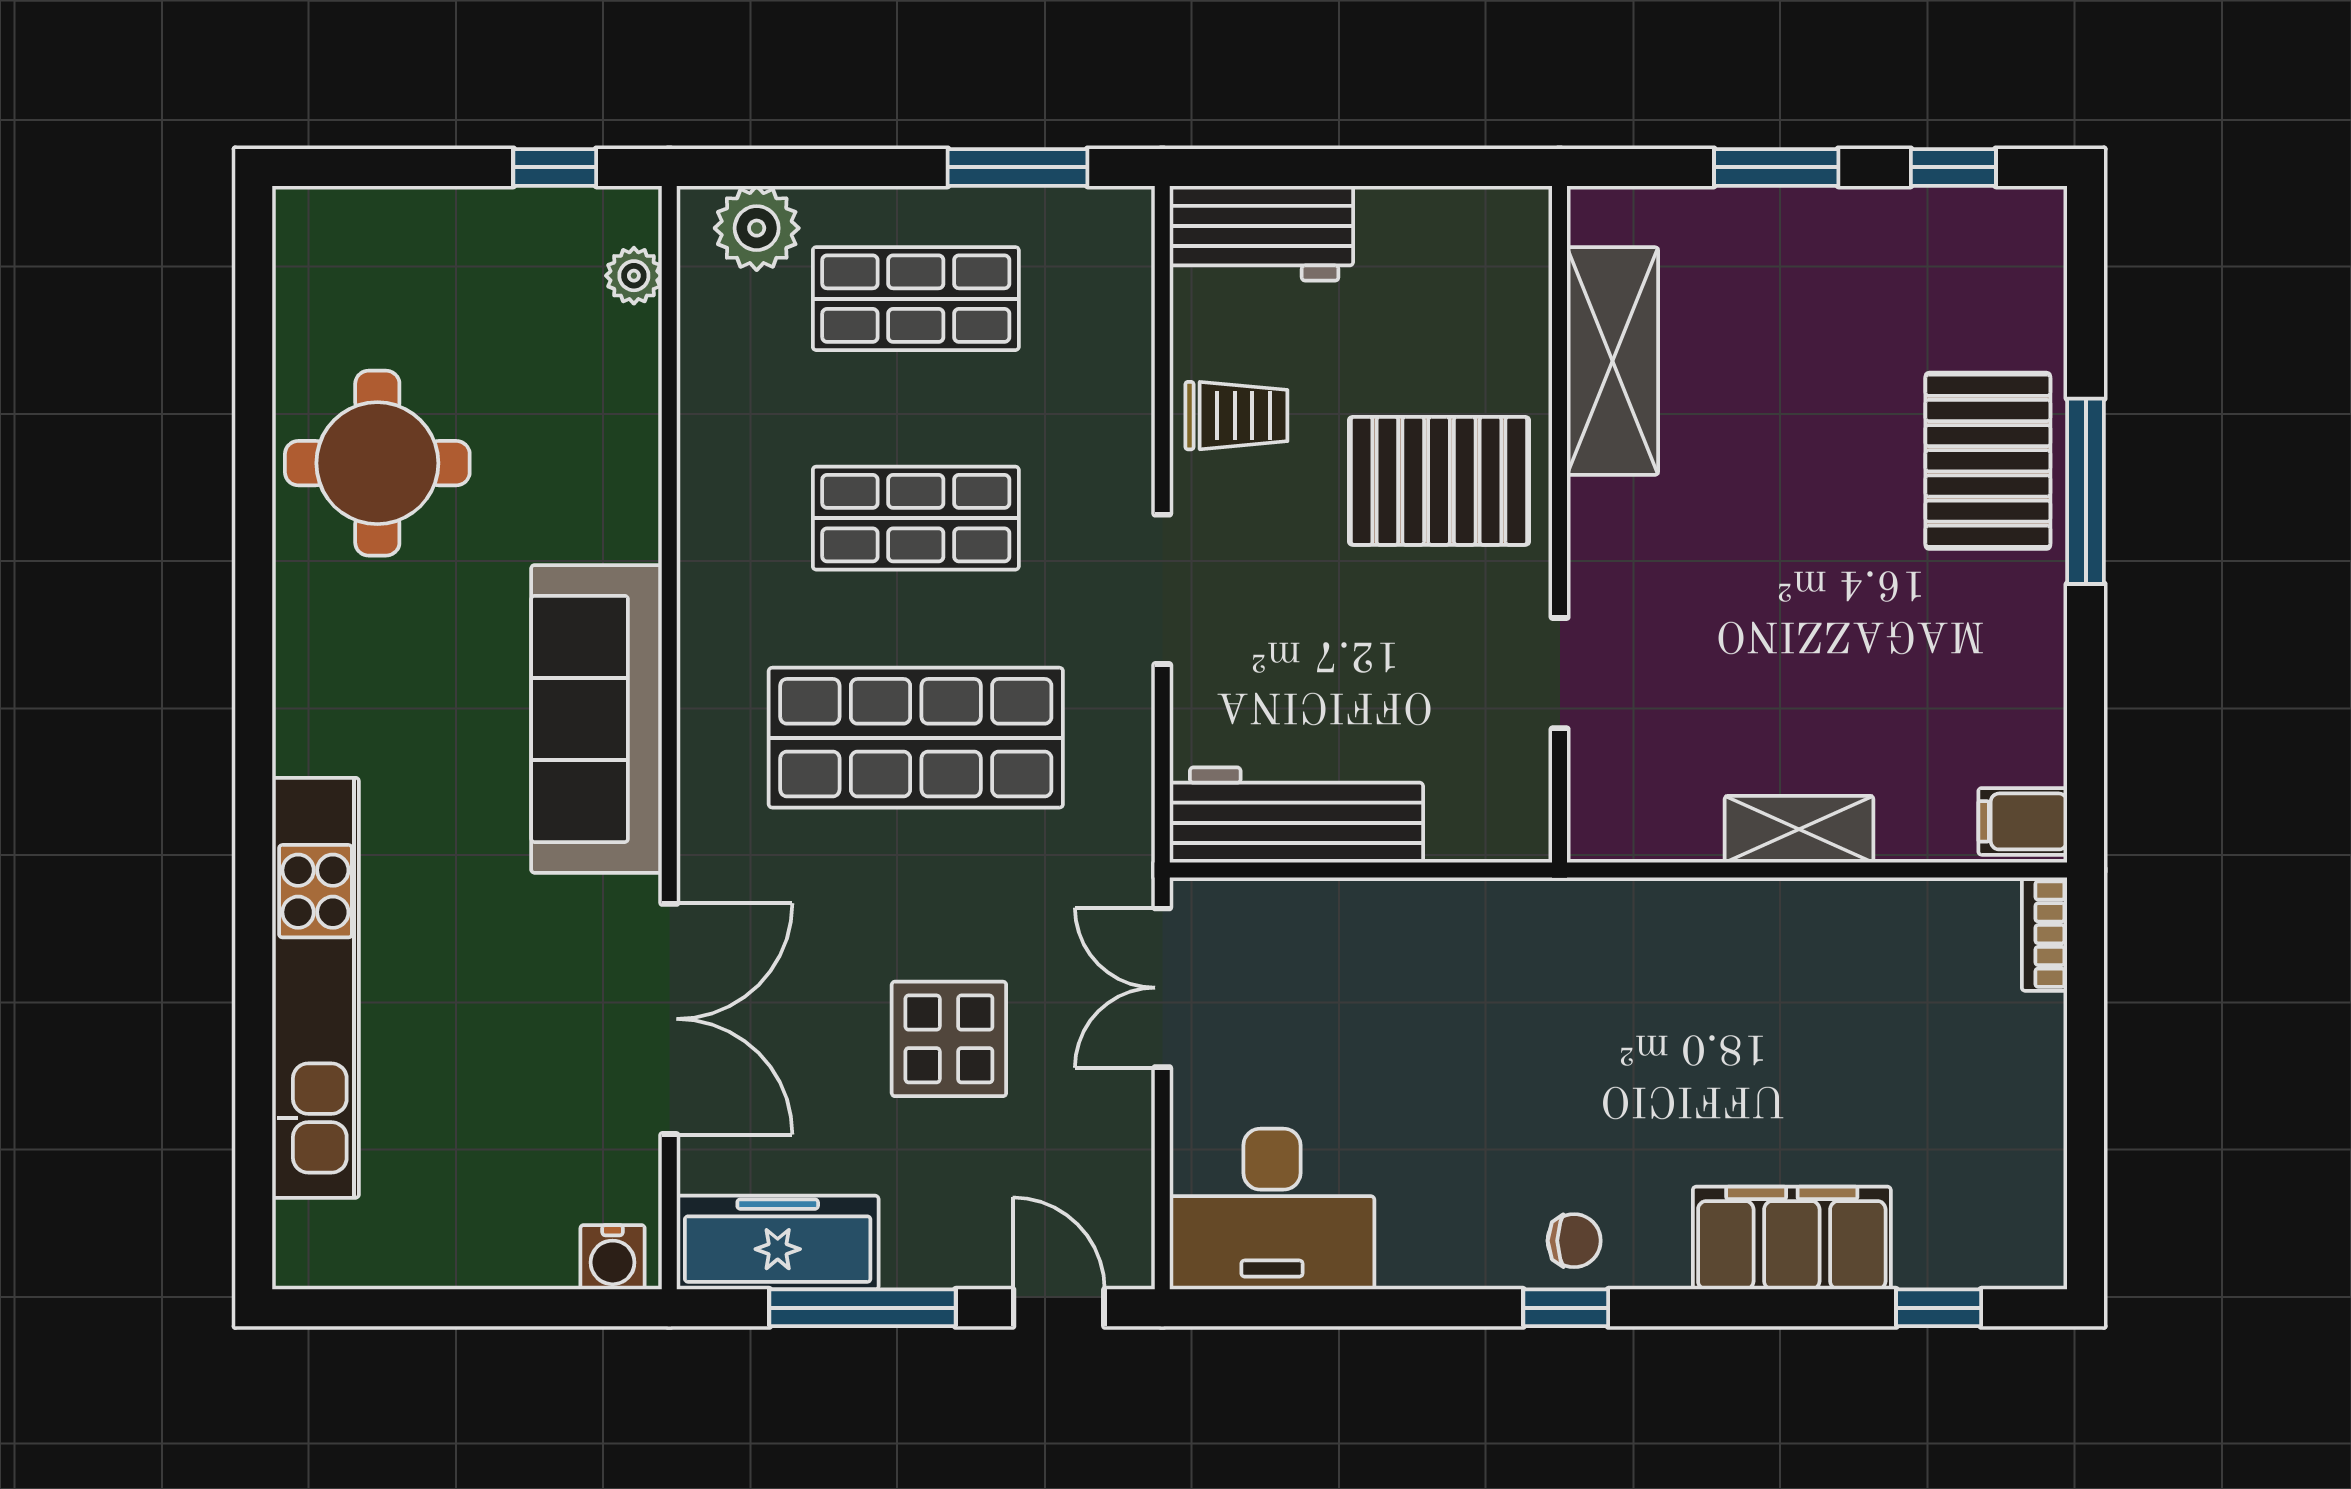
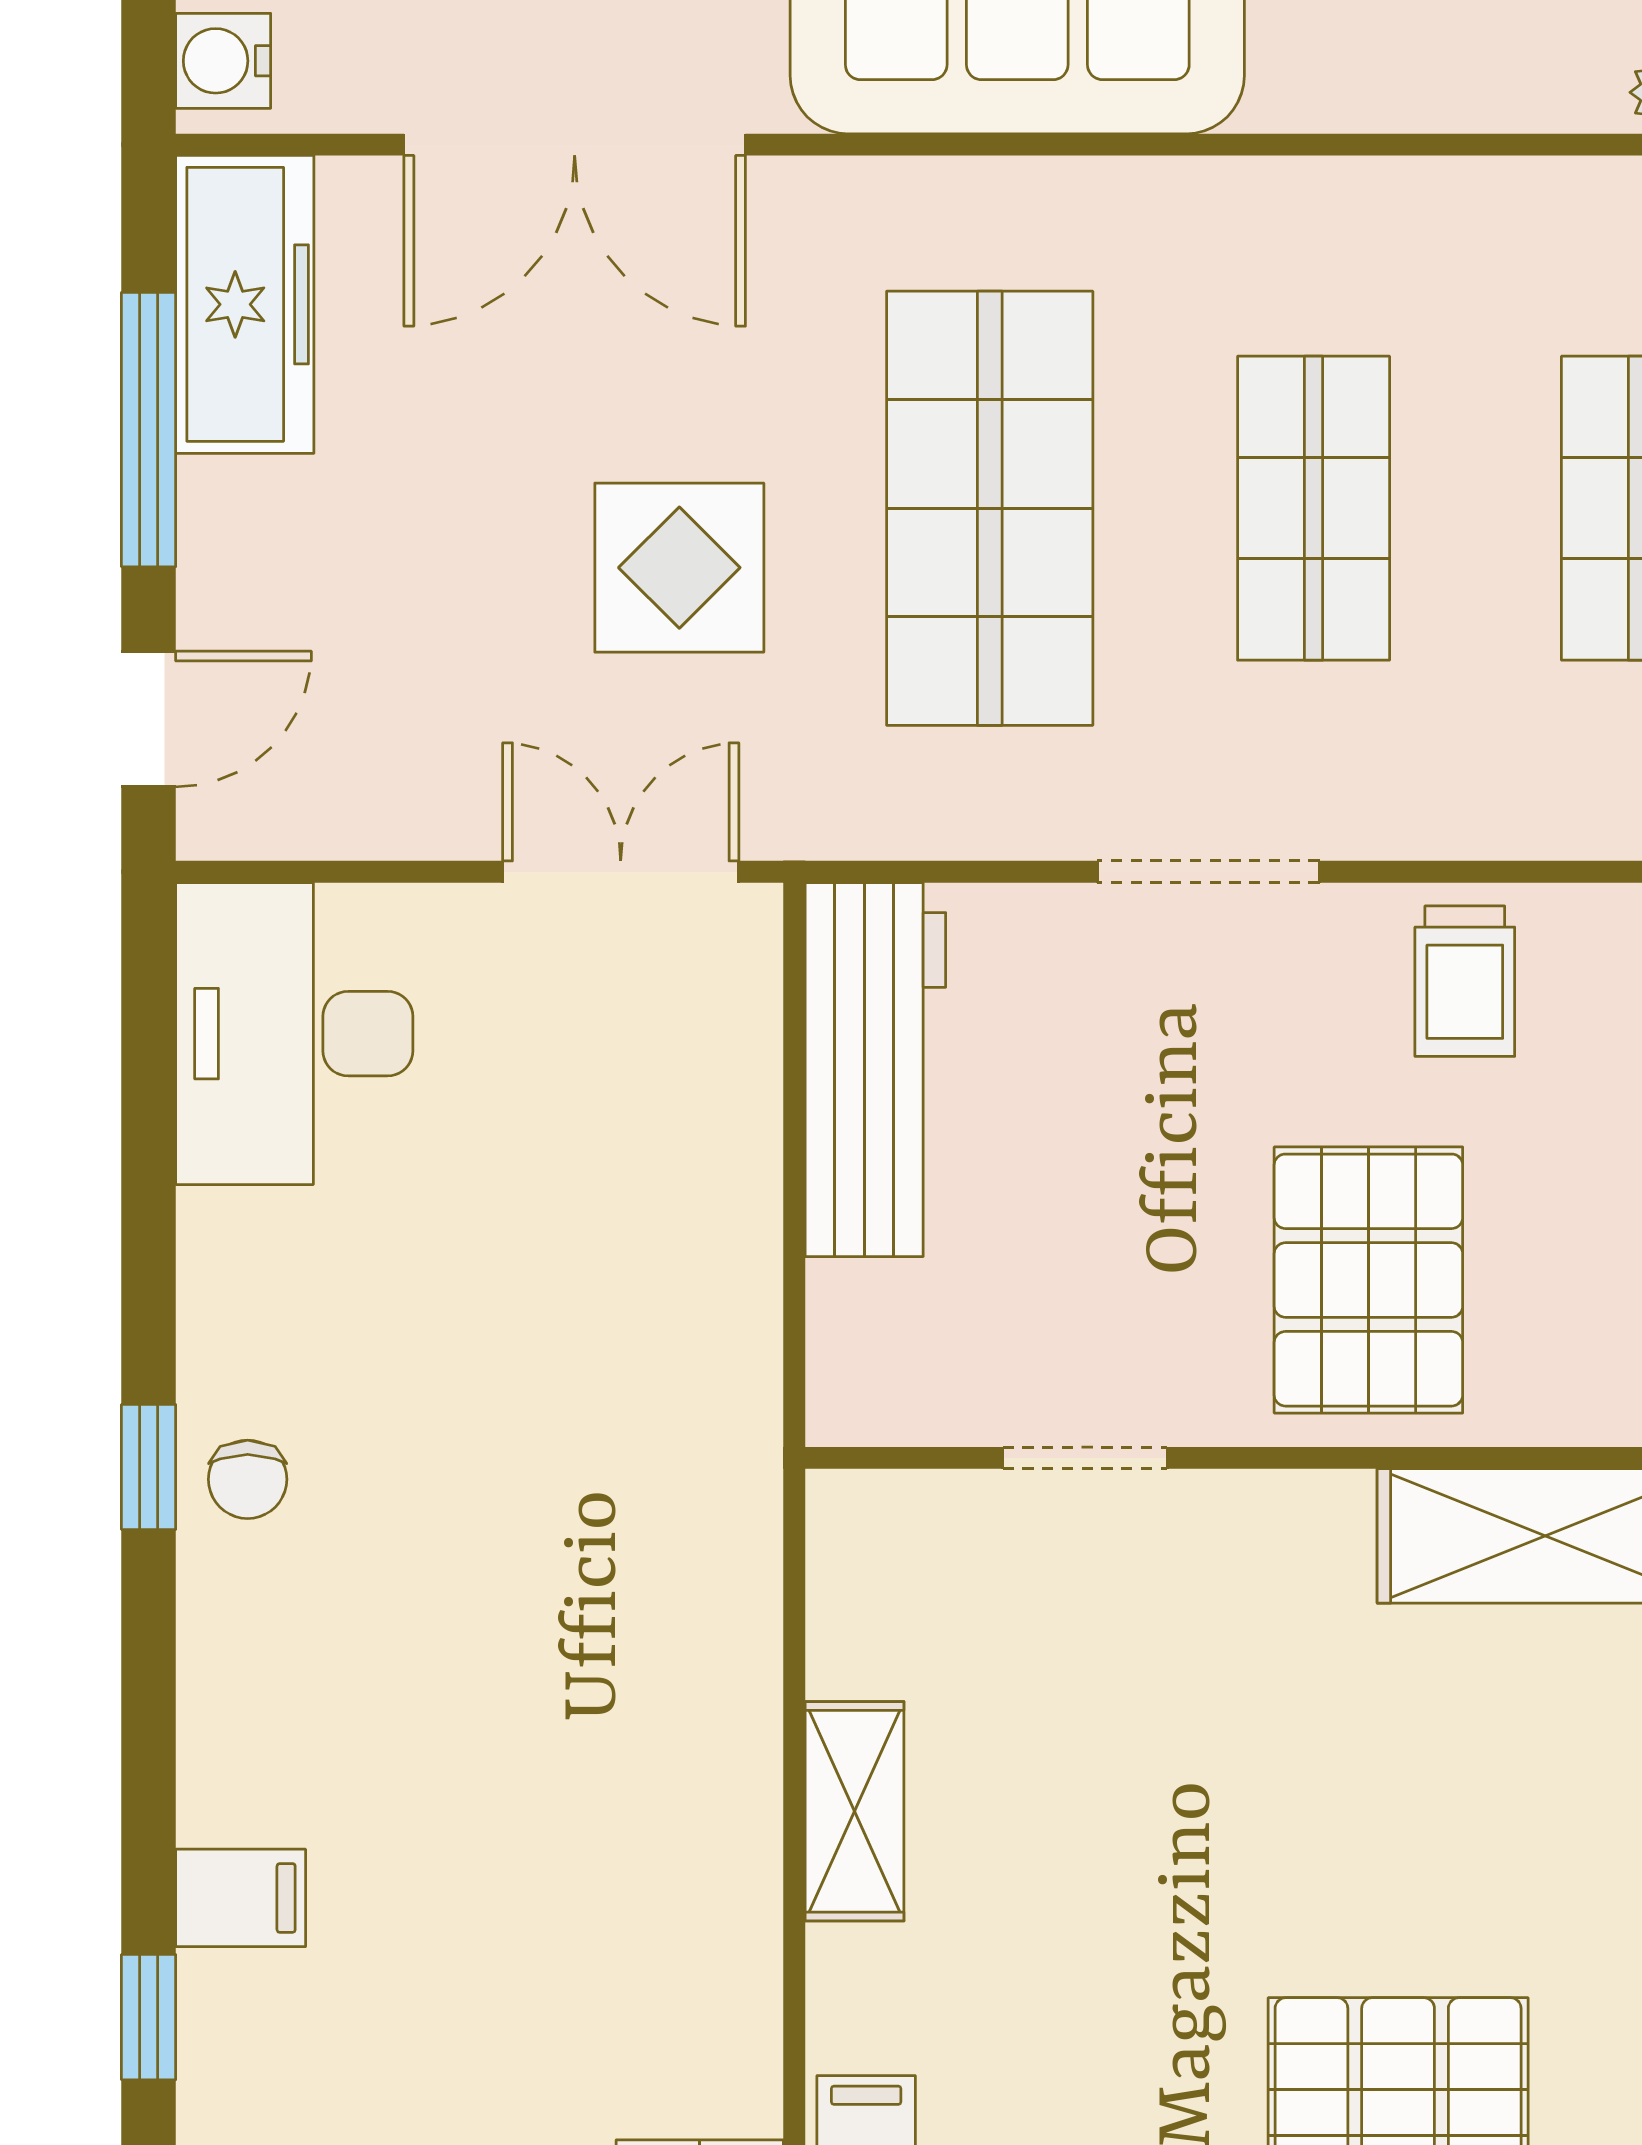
display table: (949, 1039) -> (679, 568), moved
filing cabinet: (1792, 1238) -> (241, 1898), width x0.33, depth x0.86

